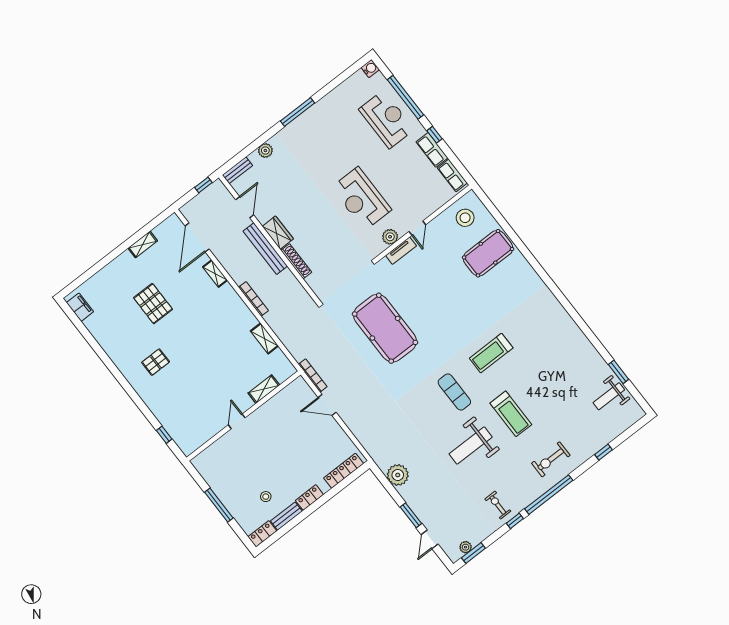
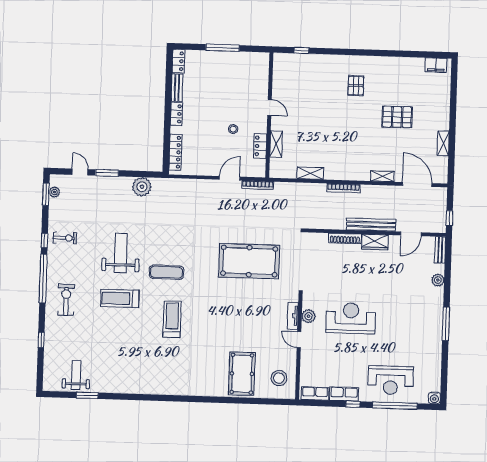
door: (245, 207) -> (411, 234), hinge flipped
locker: (277, 402) -> (260, 146), added
stool: (266, 497) -> (233, 129), moved

